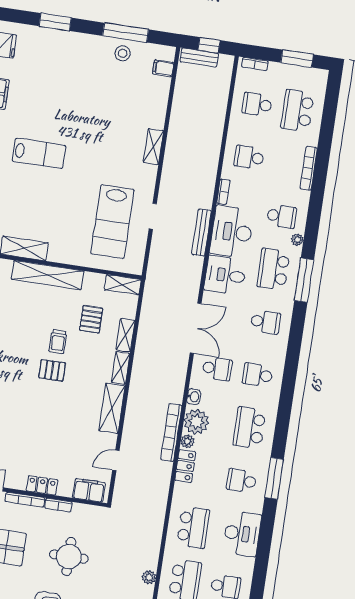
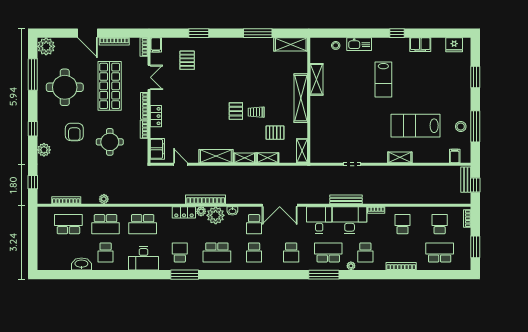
lab bench: (112, 222) -> (416, 126), moved
school desk: (257, 375) -> (254, 252), turned 180
school desk: (249, 428) -> (217, 252), turned 180

